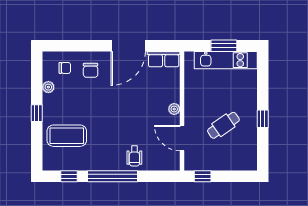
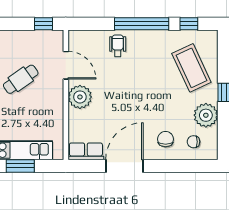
plant: (48, 87) -> (206, 115), width x1.88, depth x1.88
plant: (174, 109) -> (80, 97), width x1.88, depth x1.88
coffee table: (67, 136) -> (191, 68), turned 65

